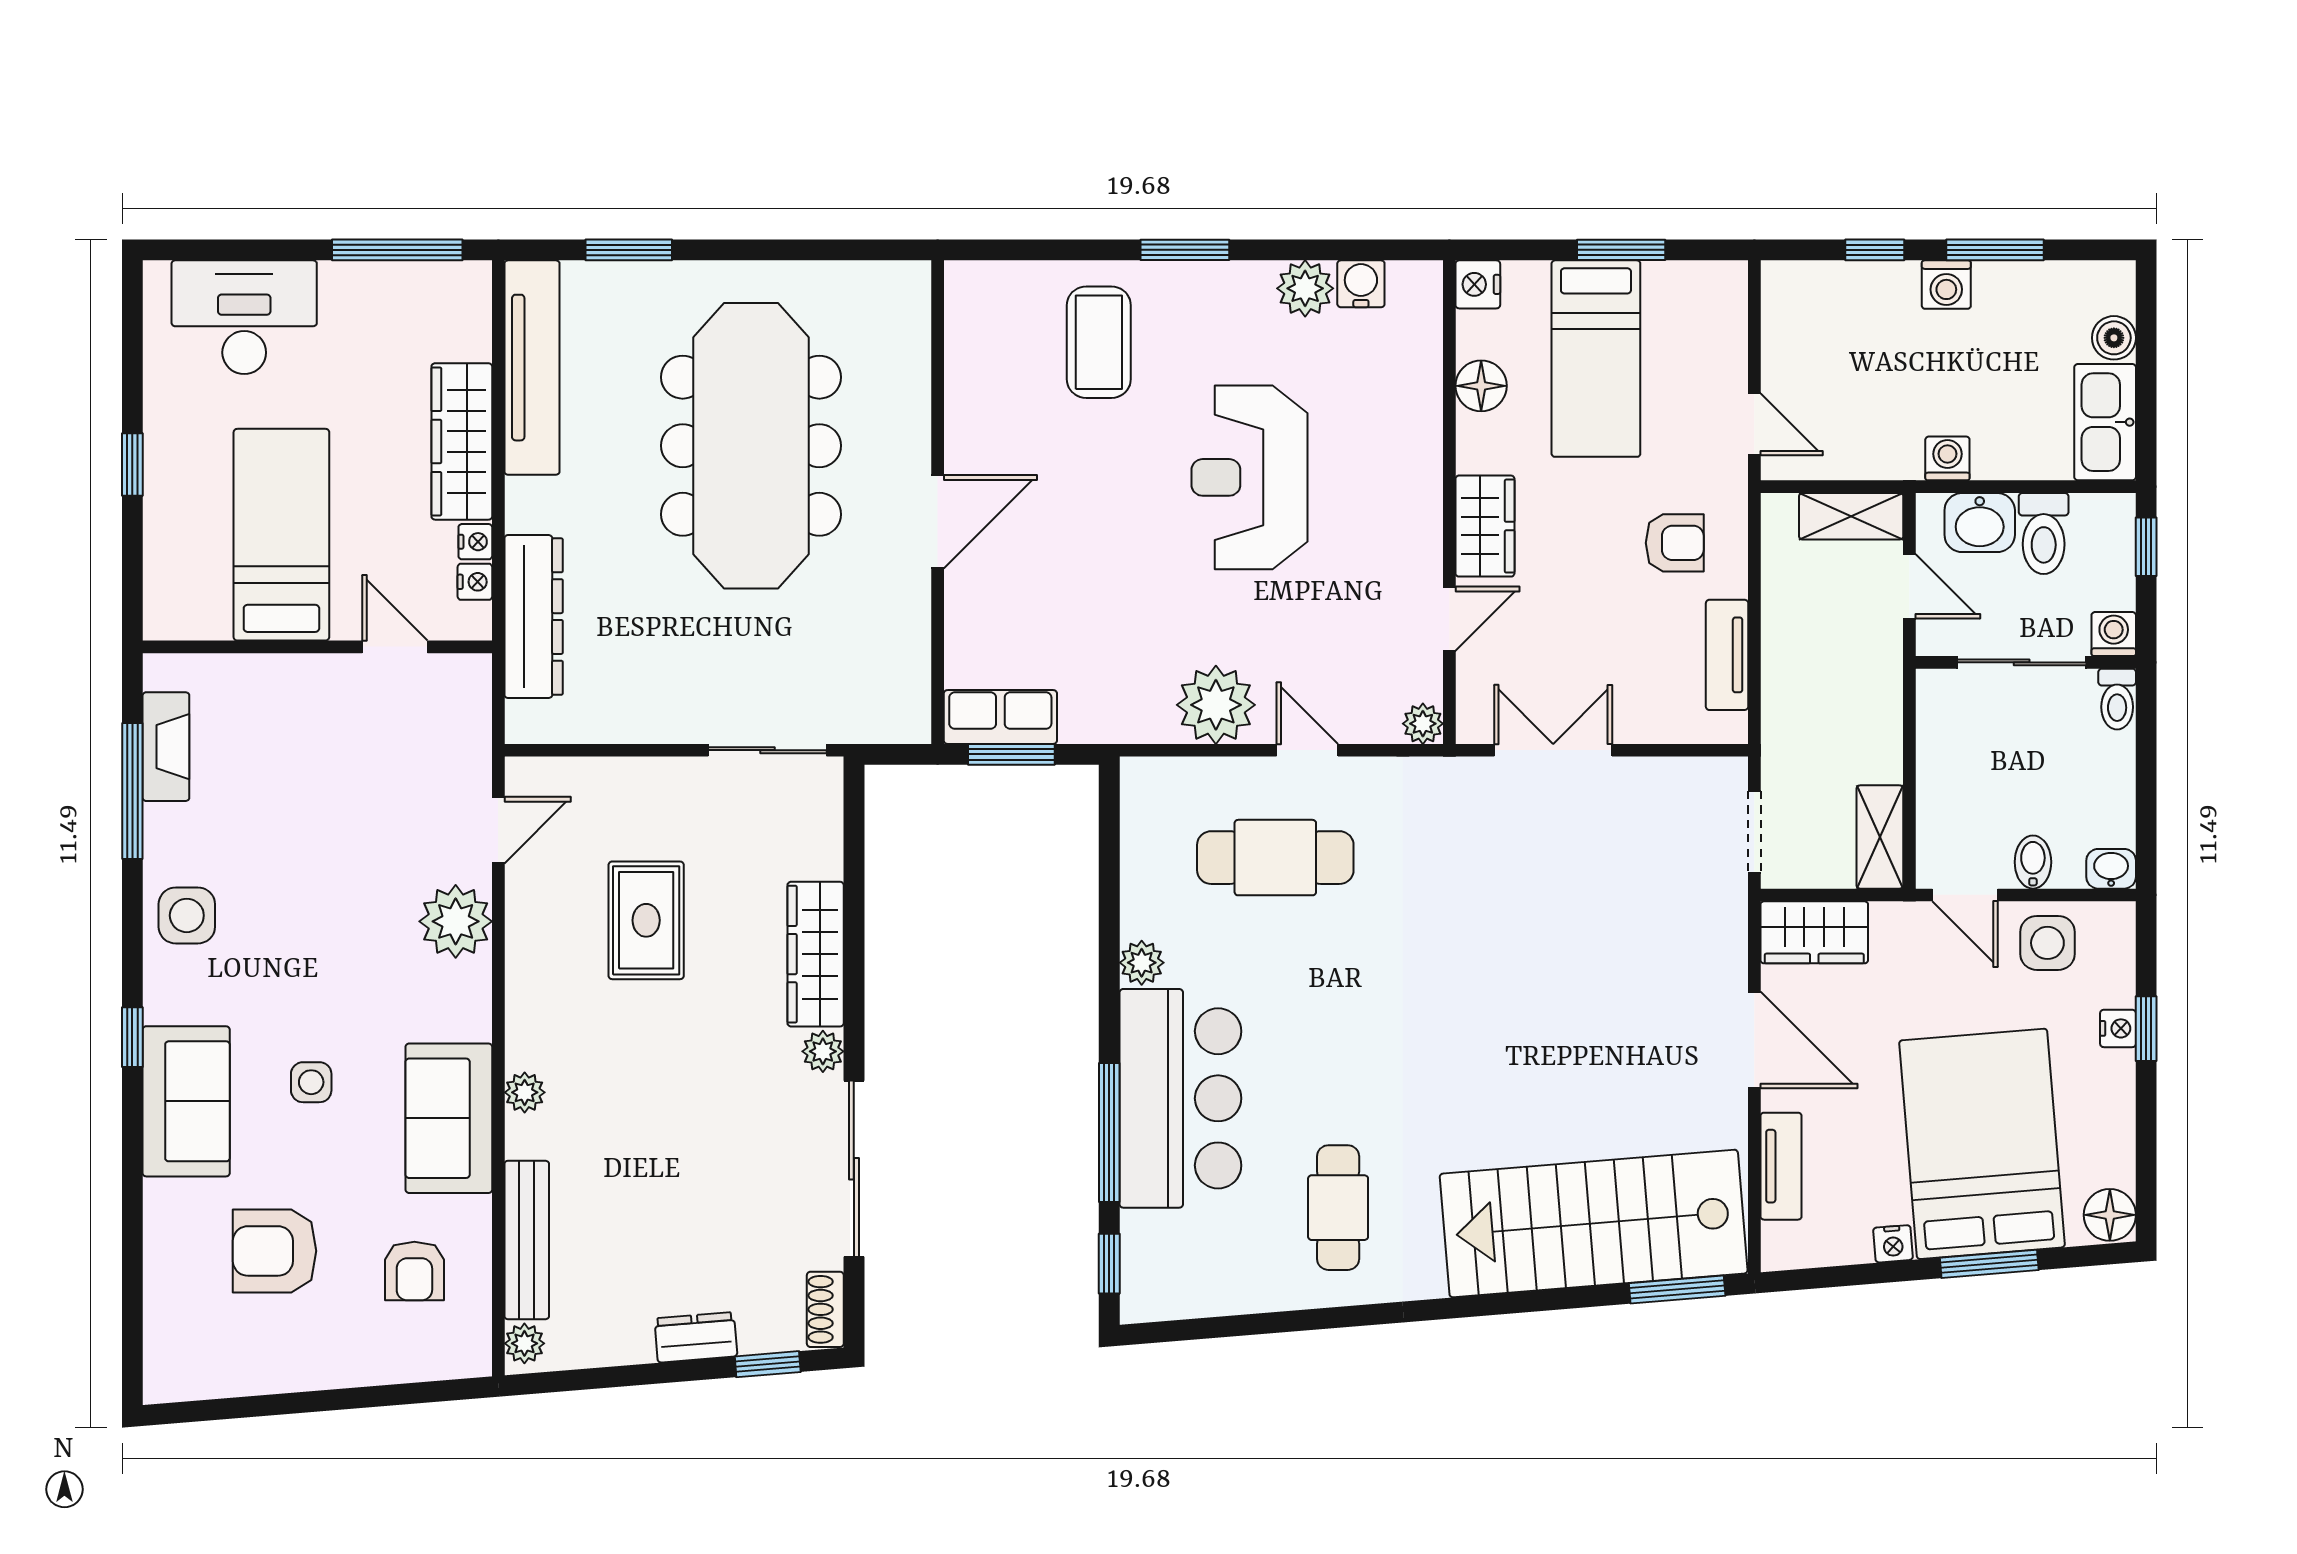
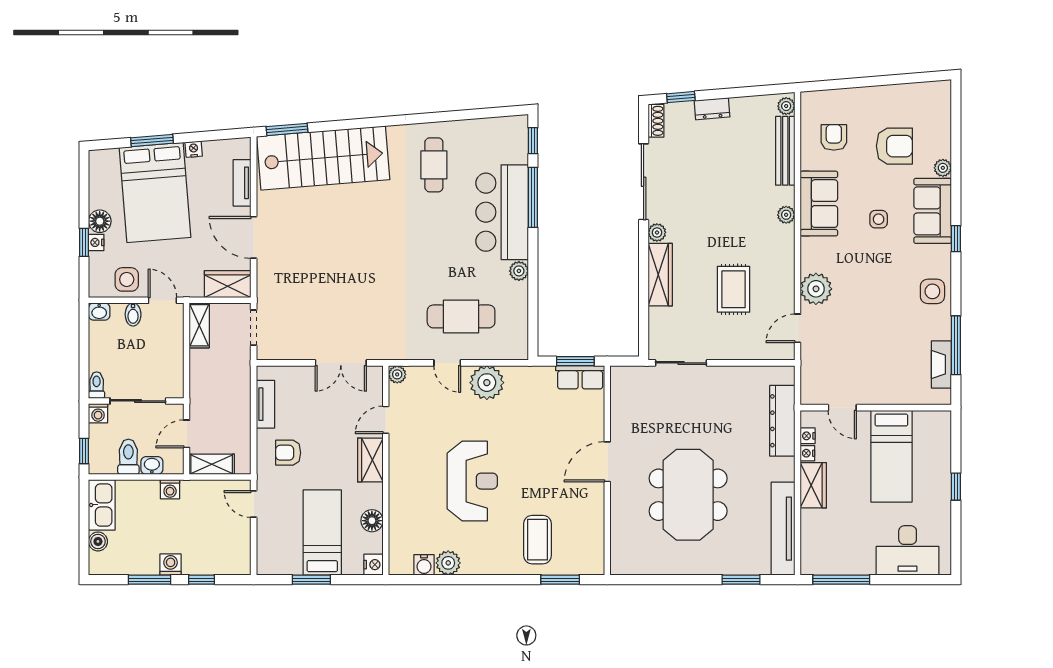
window: (1185, 250) -> (560, 580), moved
wardrobe: (462, 441) -> (813, 485), width x0.67
meeting table: (751, 446) -> (688, 495), width x0.73
washbasin: (1980, 523) -> (152, 465), width x0.72, depth x0.69
door: (1909, 586) -> (187, 434), hinge flipped
plant: (163, 1201) -> (943, 168), added
floor lamp: (2110, 1215) -> (100, 221), moved

